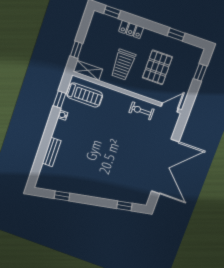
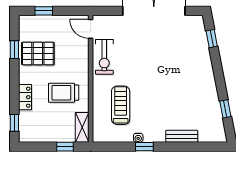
trolley: (123, 65) -> (64, 93), turned 180
pallet: (157, 67) -> (38, 53), moved
treadmill: (85, 95) -> (121, 105), moved
window: (60, 100) -> (144, 147), moved
exercise bike: (141, 111) -> (104, 57), width x1.38, depth x1.39

